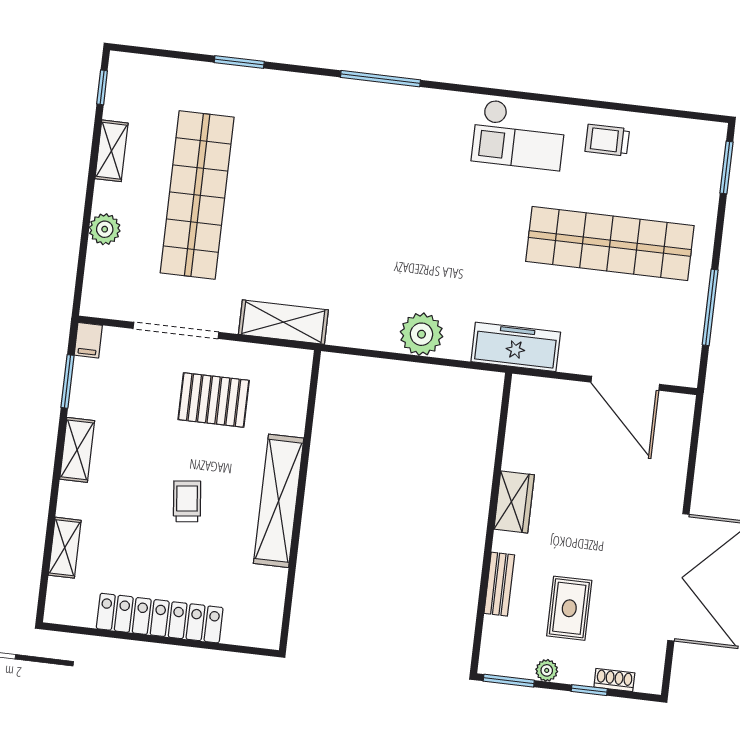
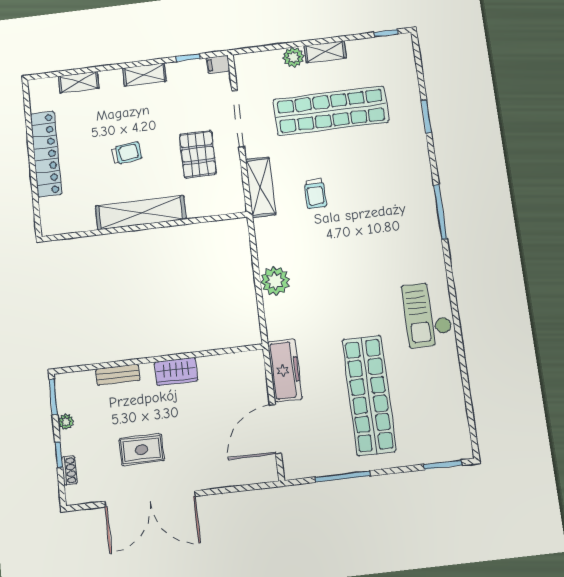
trolley: (607, 140) -> (315, 194), moved, turned 180
shelving: (111, 151) -> (325, 52), moved
freezer: (516, 347) -> (285, 370), moved
window: (67, 381) -> (188, 58), width x0.67
rug: (569, 608) -> (142, 450), moved

